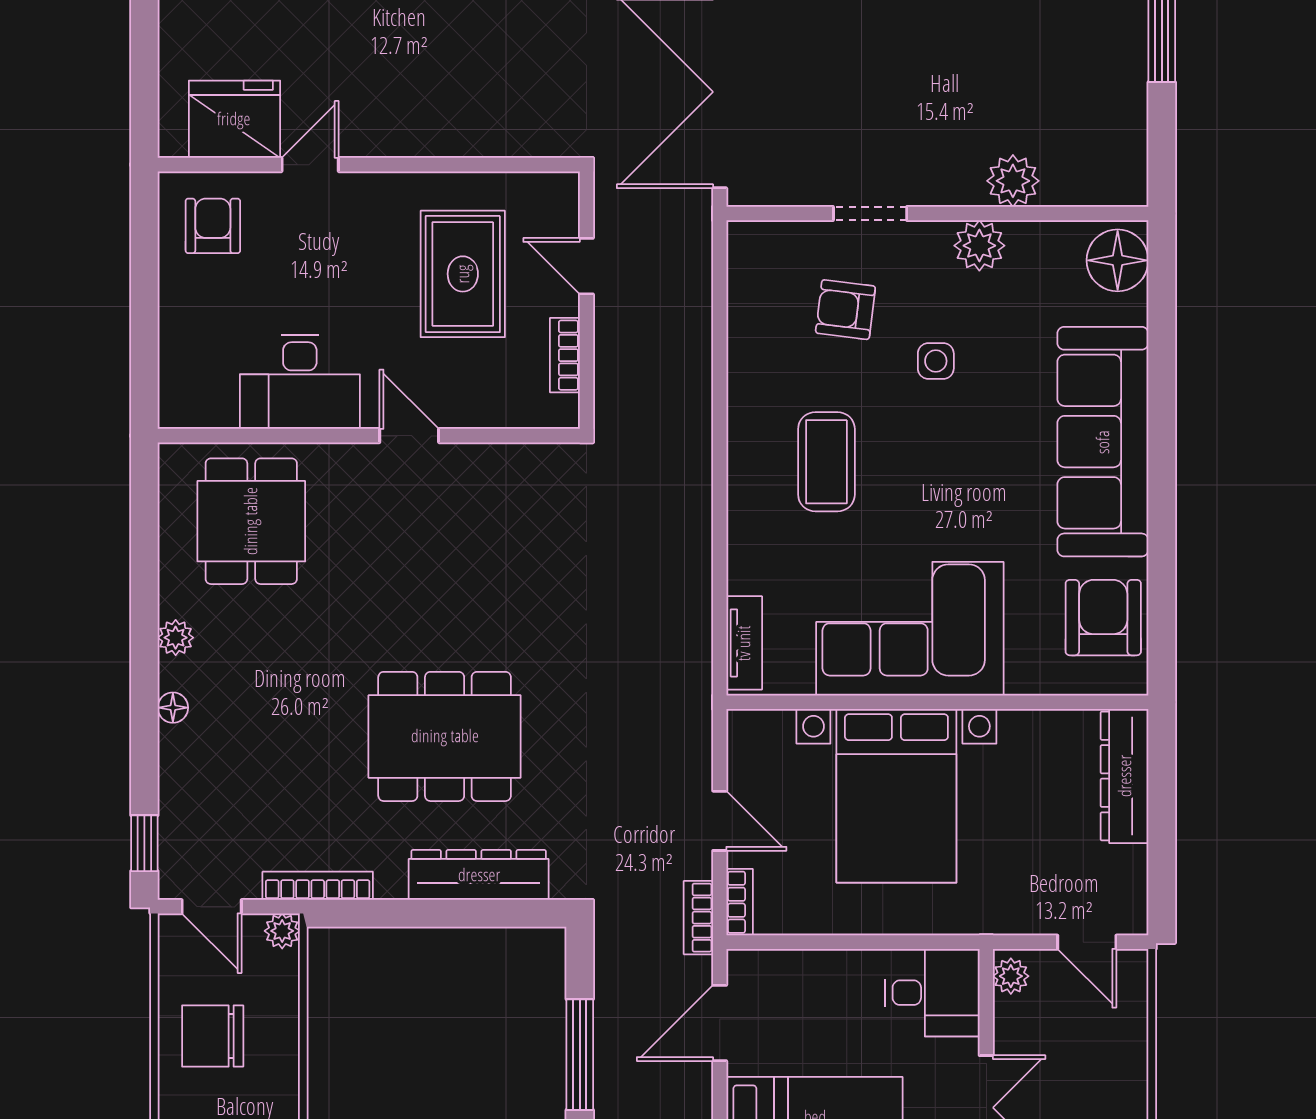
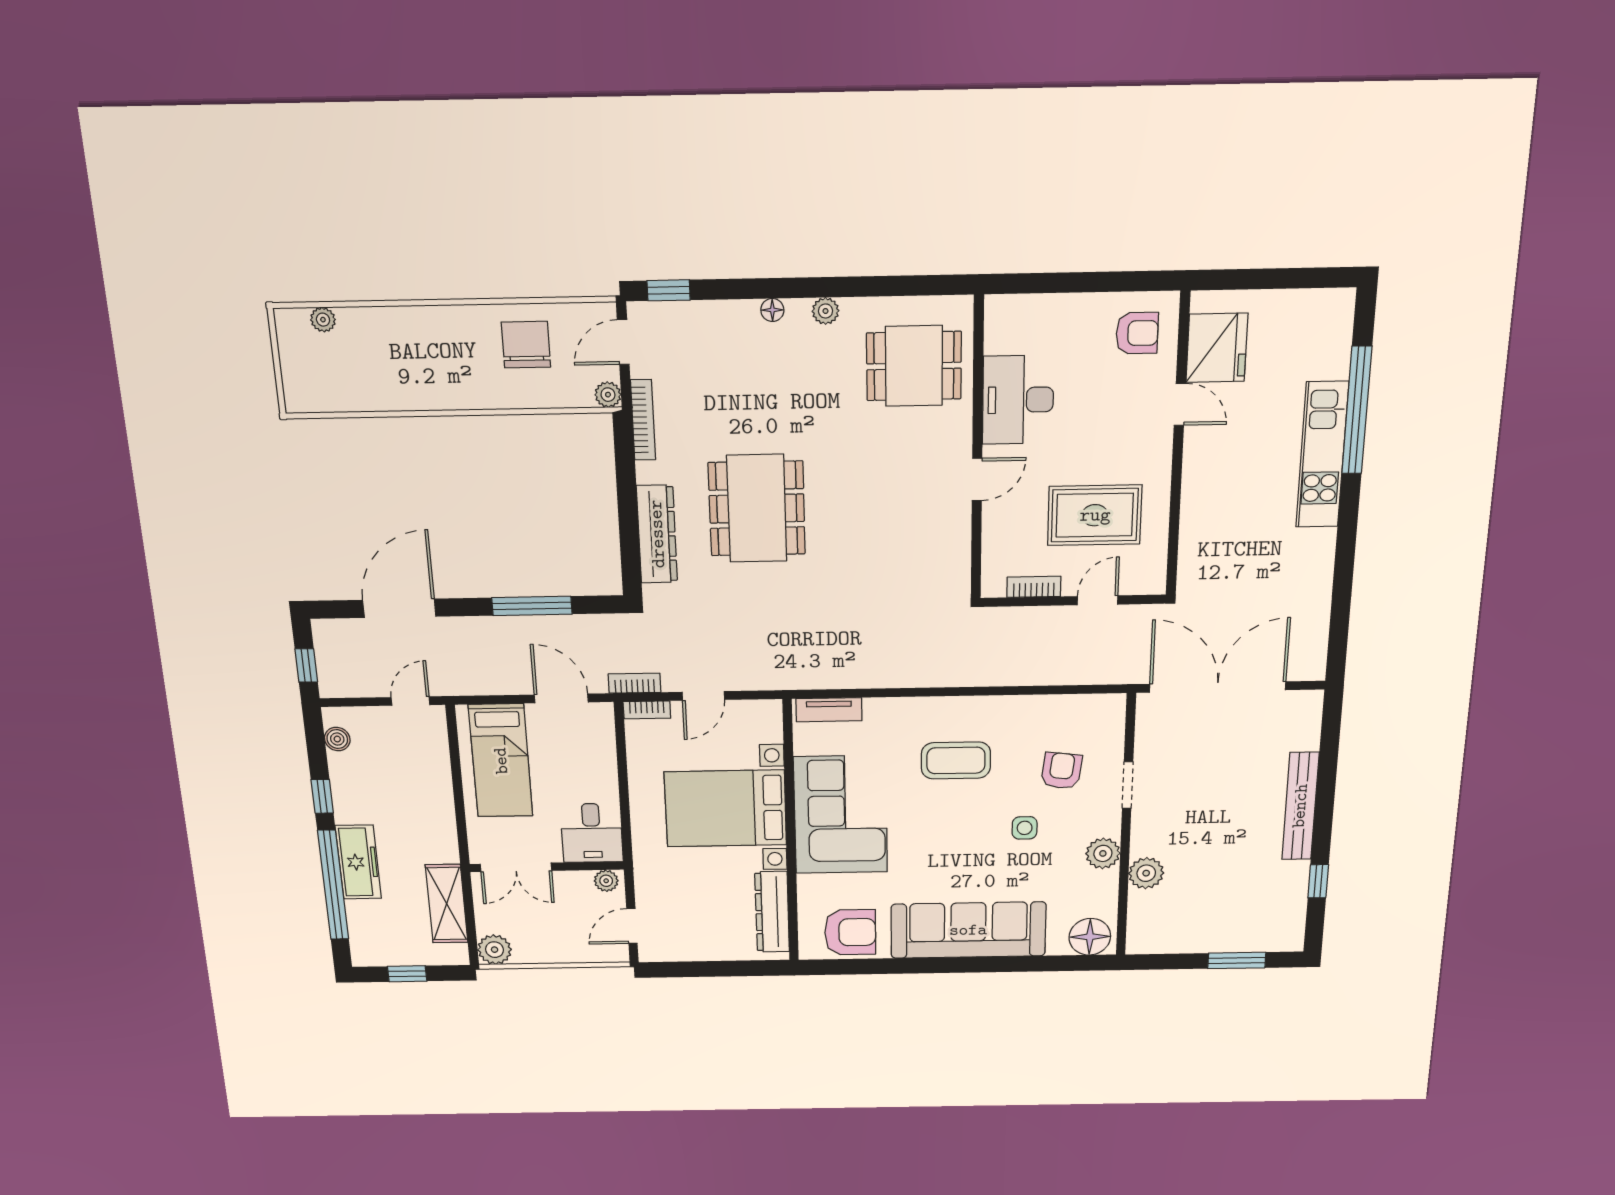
dresser: (1125, 776) -> (772, 912), moved, turned -90

